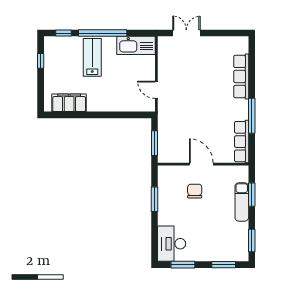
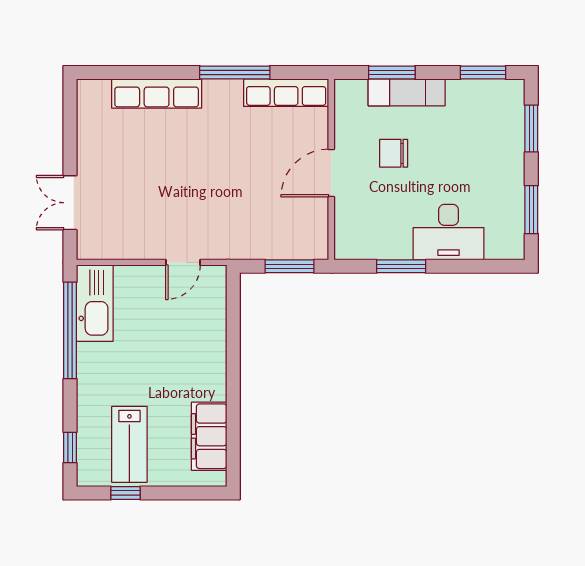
window: (103, 33) -> (70, 330), moved
lab bench: (92, 57) -> (129, 444), moved, turned -90
chair: (195, 191) -> (394, 153), moved
desk: (172, 244) -> (449, 232), moved

